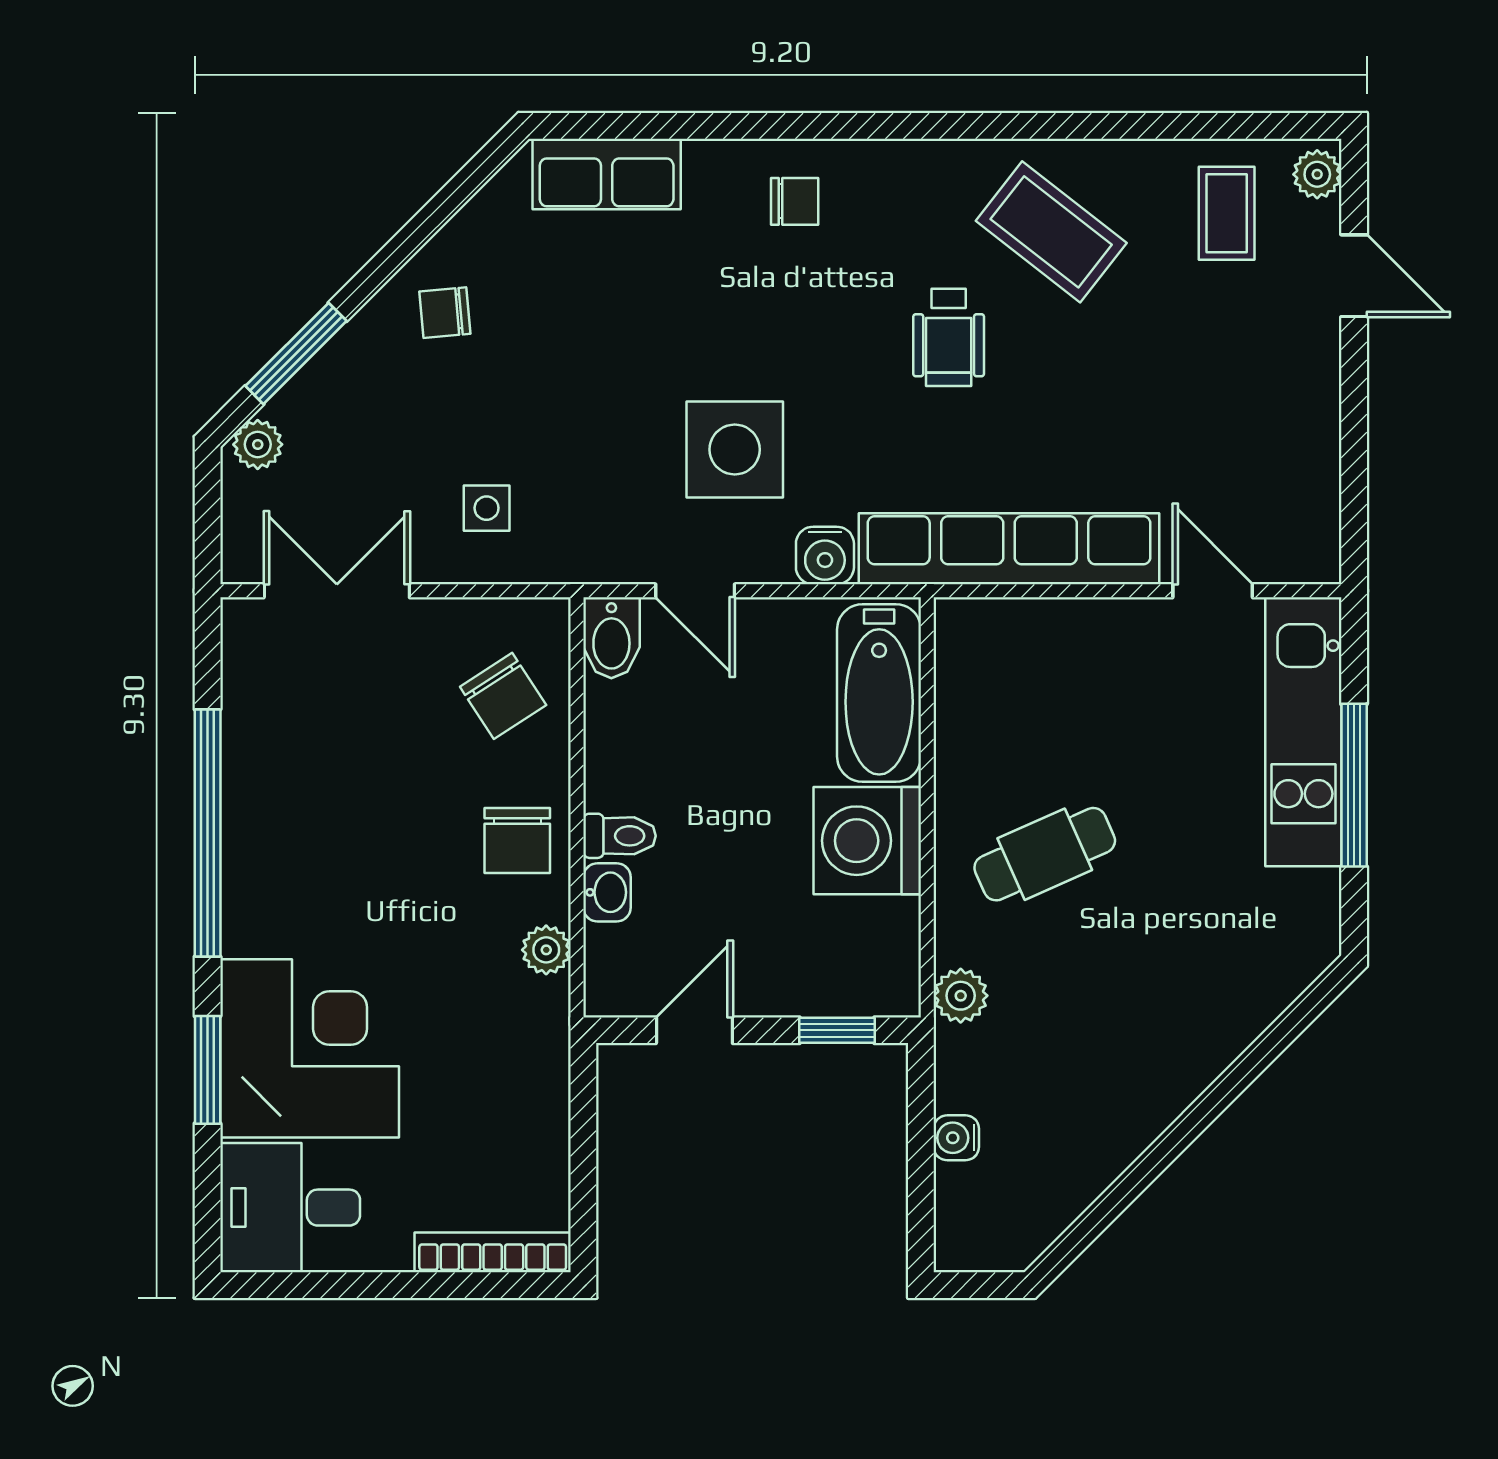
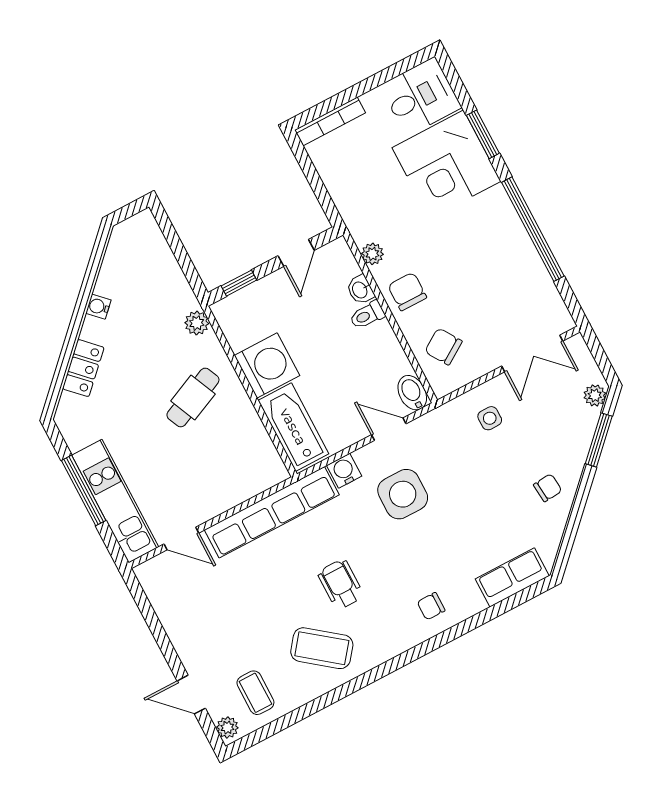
locker: (1229, 1025) -> (83, 368), added
water cooler: (956, 1138) -> (98, 307), moved, turned -135

